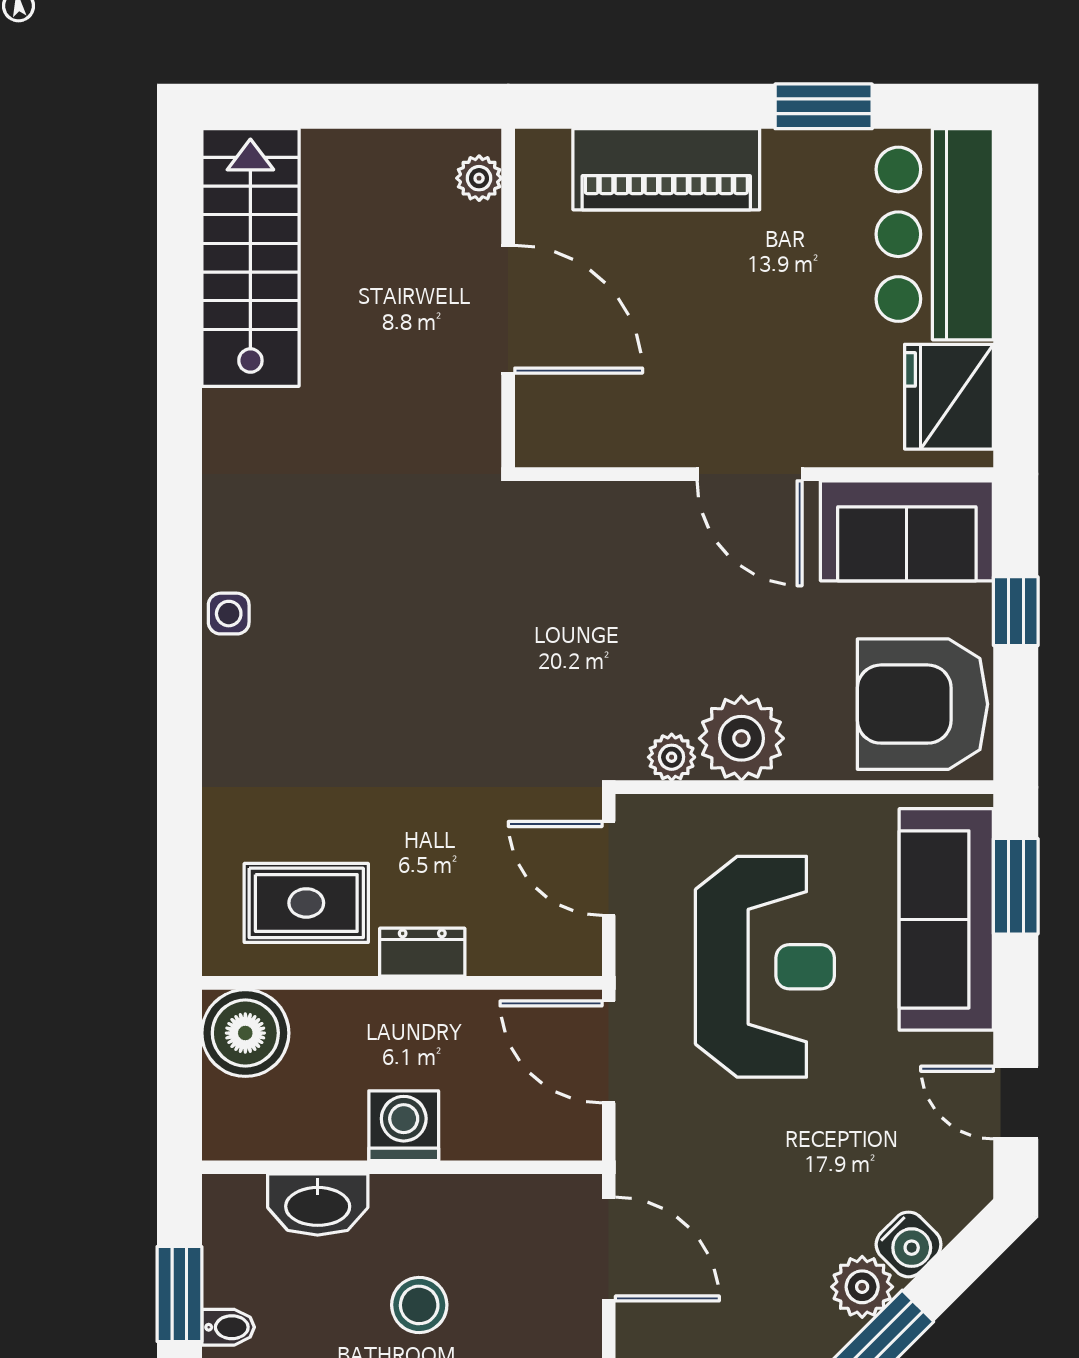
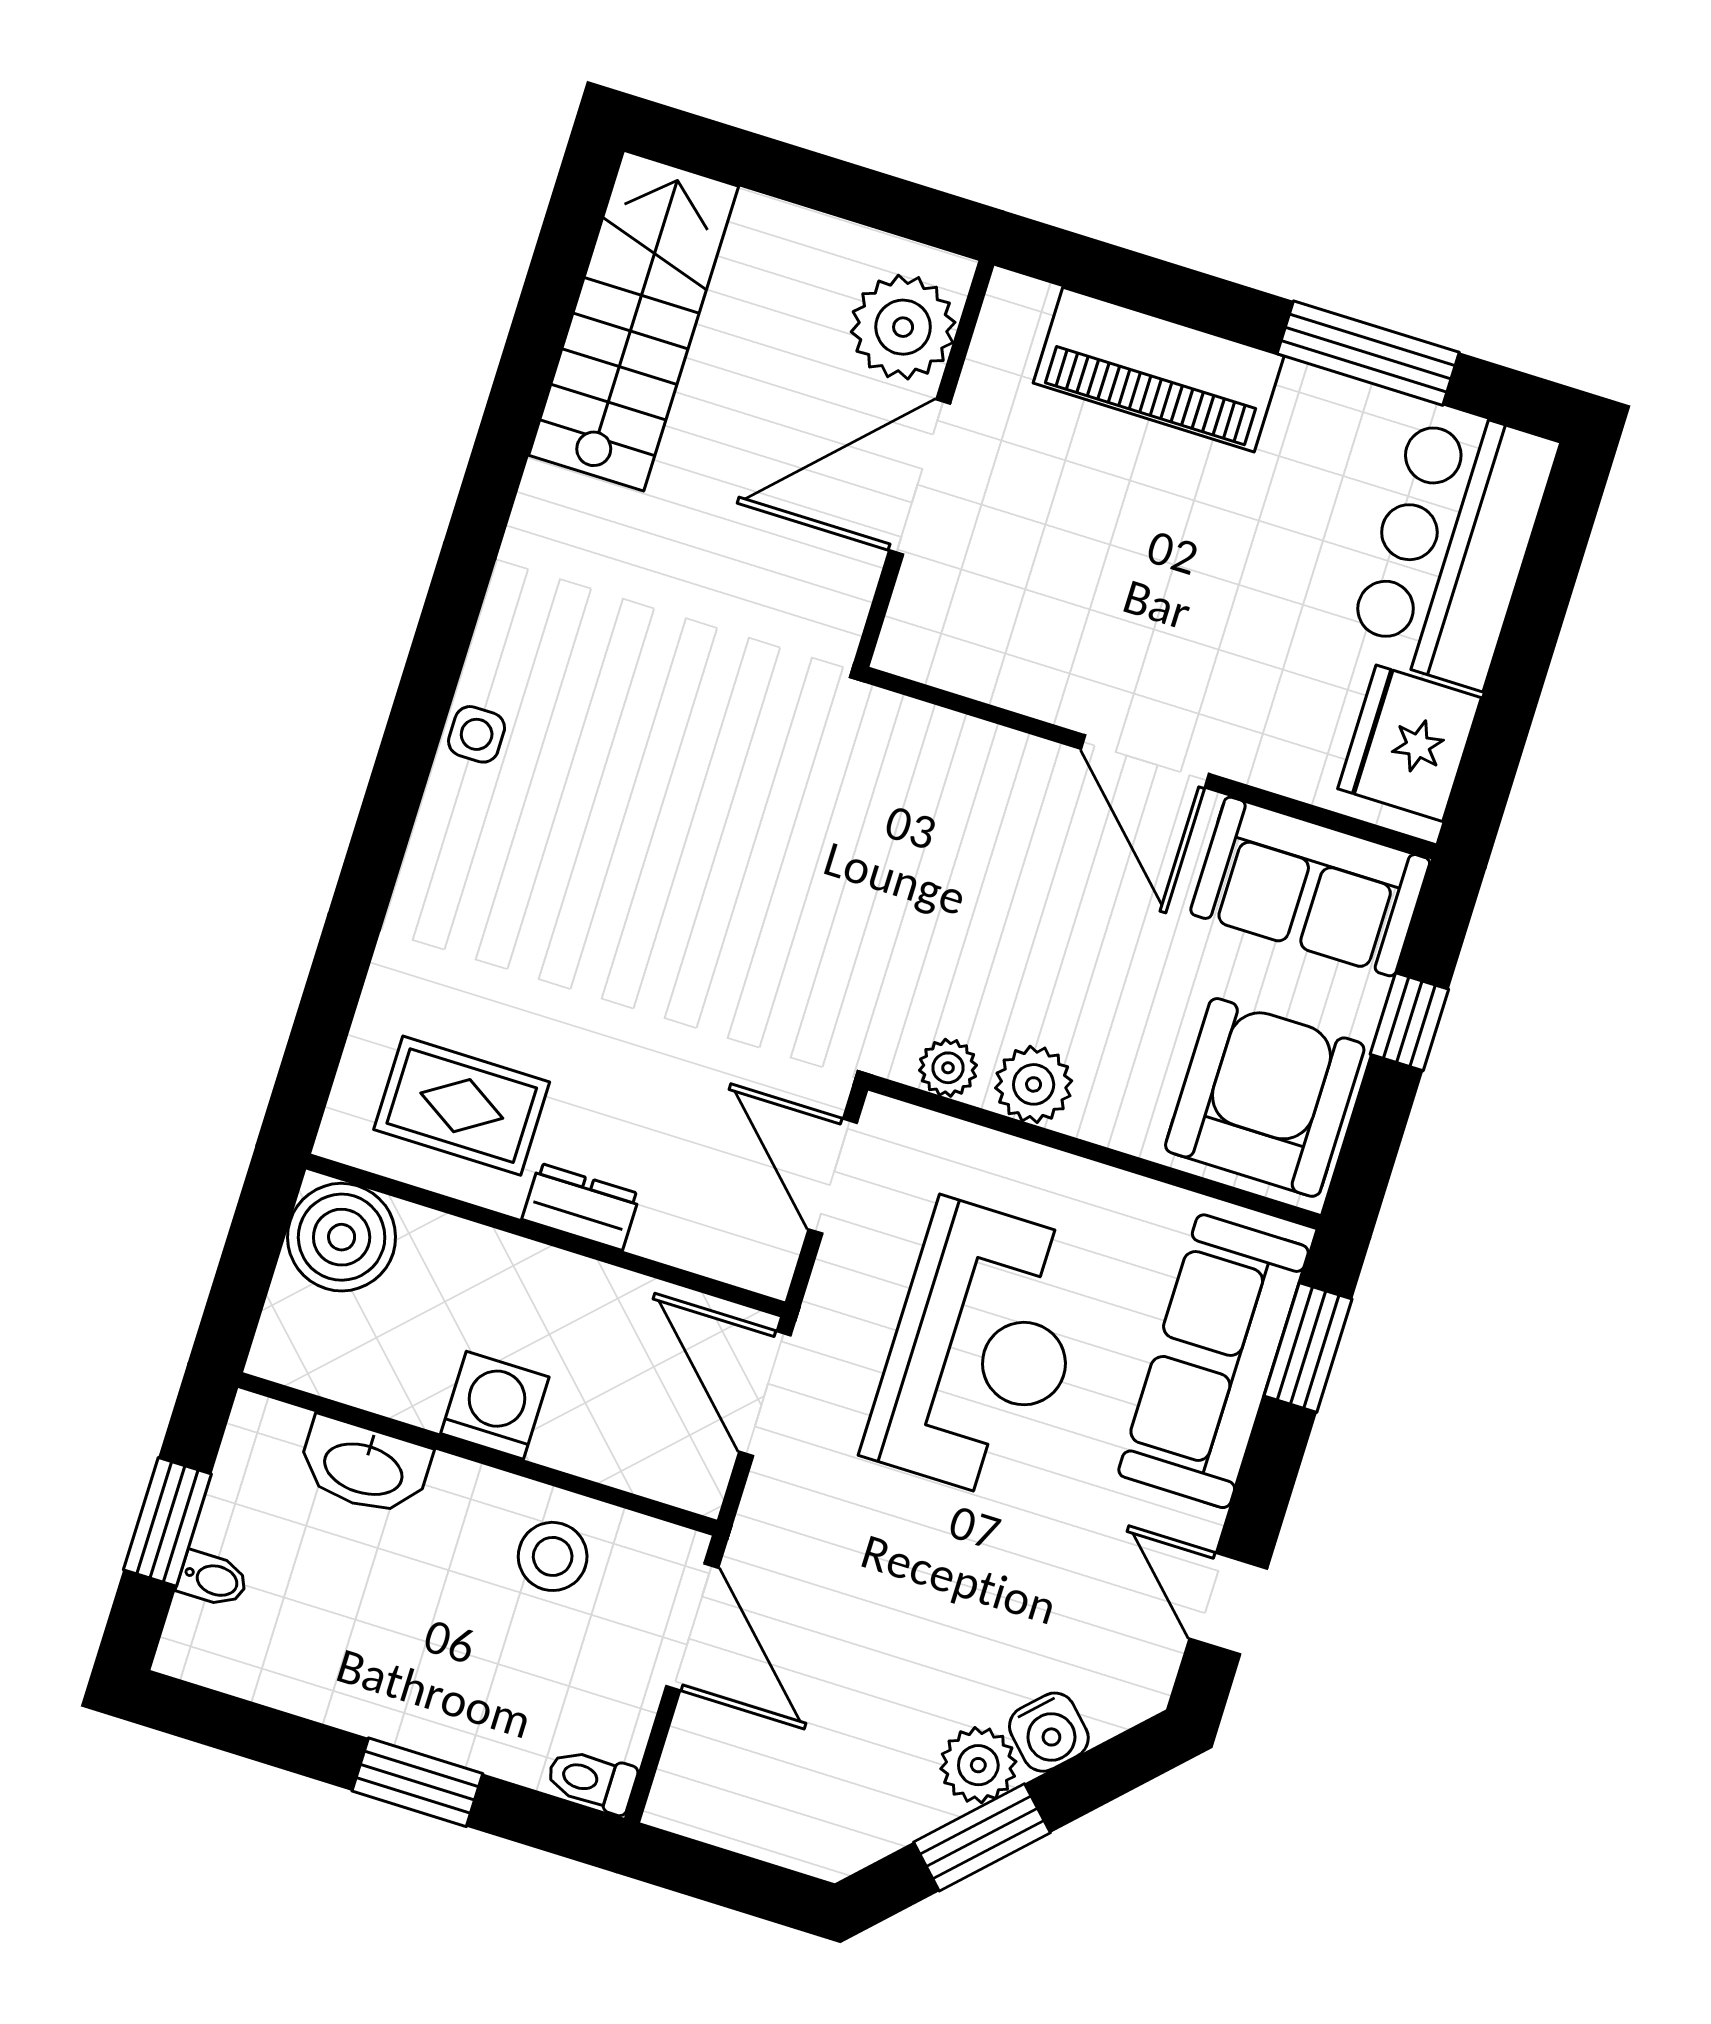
window: (824, 106) -> (1368, 353), width x1.44
plant: (479, 178) -> (903, 327), width x1.87, depth x1.87
door: (508, 309) -> (920, 477), swing flipped
armchair: (923, 704) -> (1265, 1097), turned 90
plant: (741, 738) -> (1034, 1084), width x0.73, depth x0.73
stool: (419, 1305) -> (553, 1556), moved

